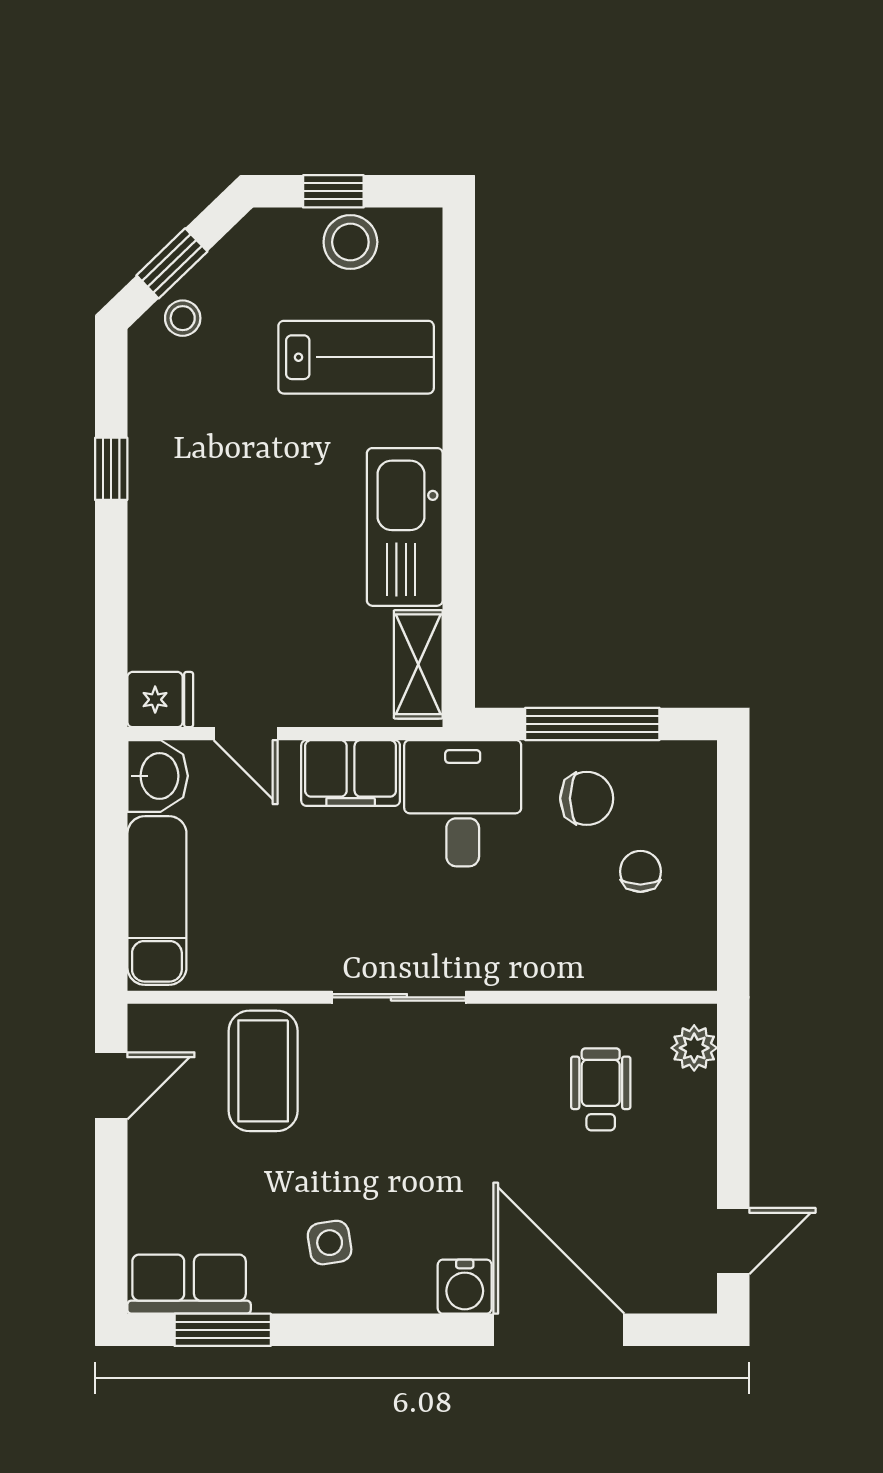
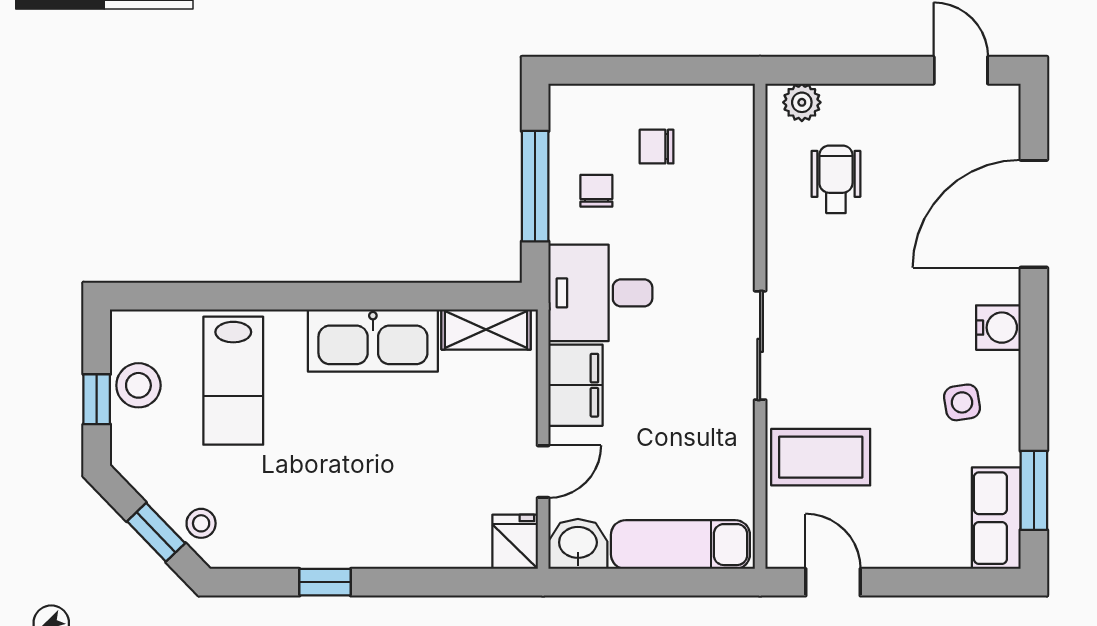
lab bench: (356, 357) -> (233, 381), turned 180
chair: (587, 798) -> (596, 191), width x0.73, depth x0.73
wheelchair: (601, 1089) -> (836, 179), turned 90
water cooler: (465, 1287) -> (998, 328), moved

